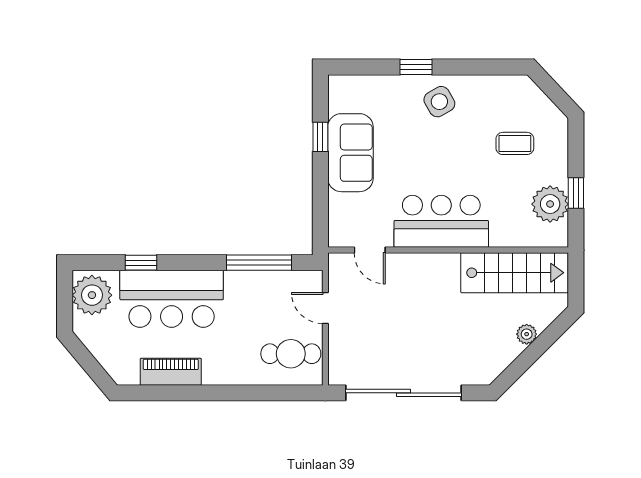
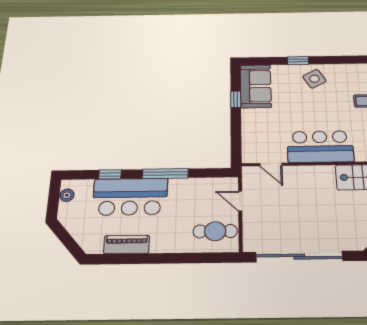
sofa: (350, 153) -> (256, 86), moved
window: (259, 263) -> (165, 174), moved
plant: (92, 295) -> (67, 195), width x0.53, depth x0.53

